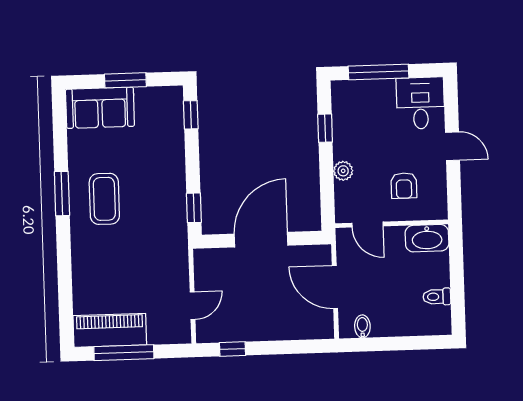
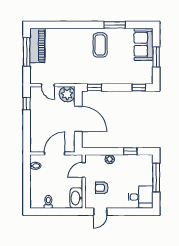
door: (453, 146) -> (100, 212), moved
window: (62, 194) -> (115, 25), moved
coffee table: (104, 199) -> (100, 45), turned 90
plant: (210, 265) -> (67, 94), added

